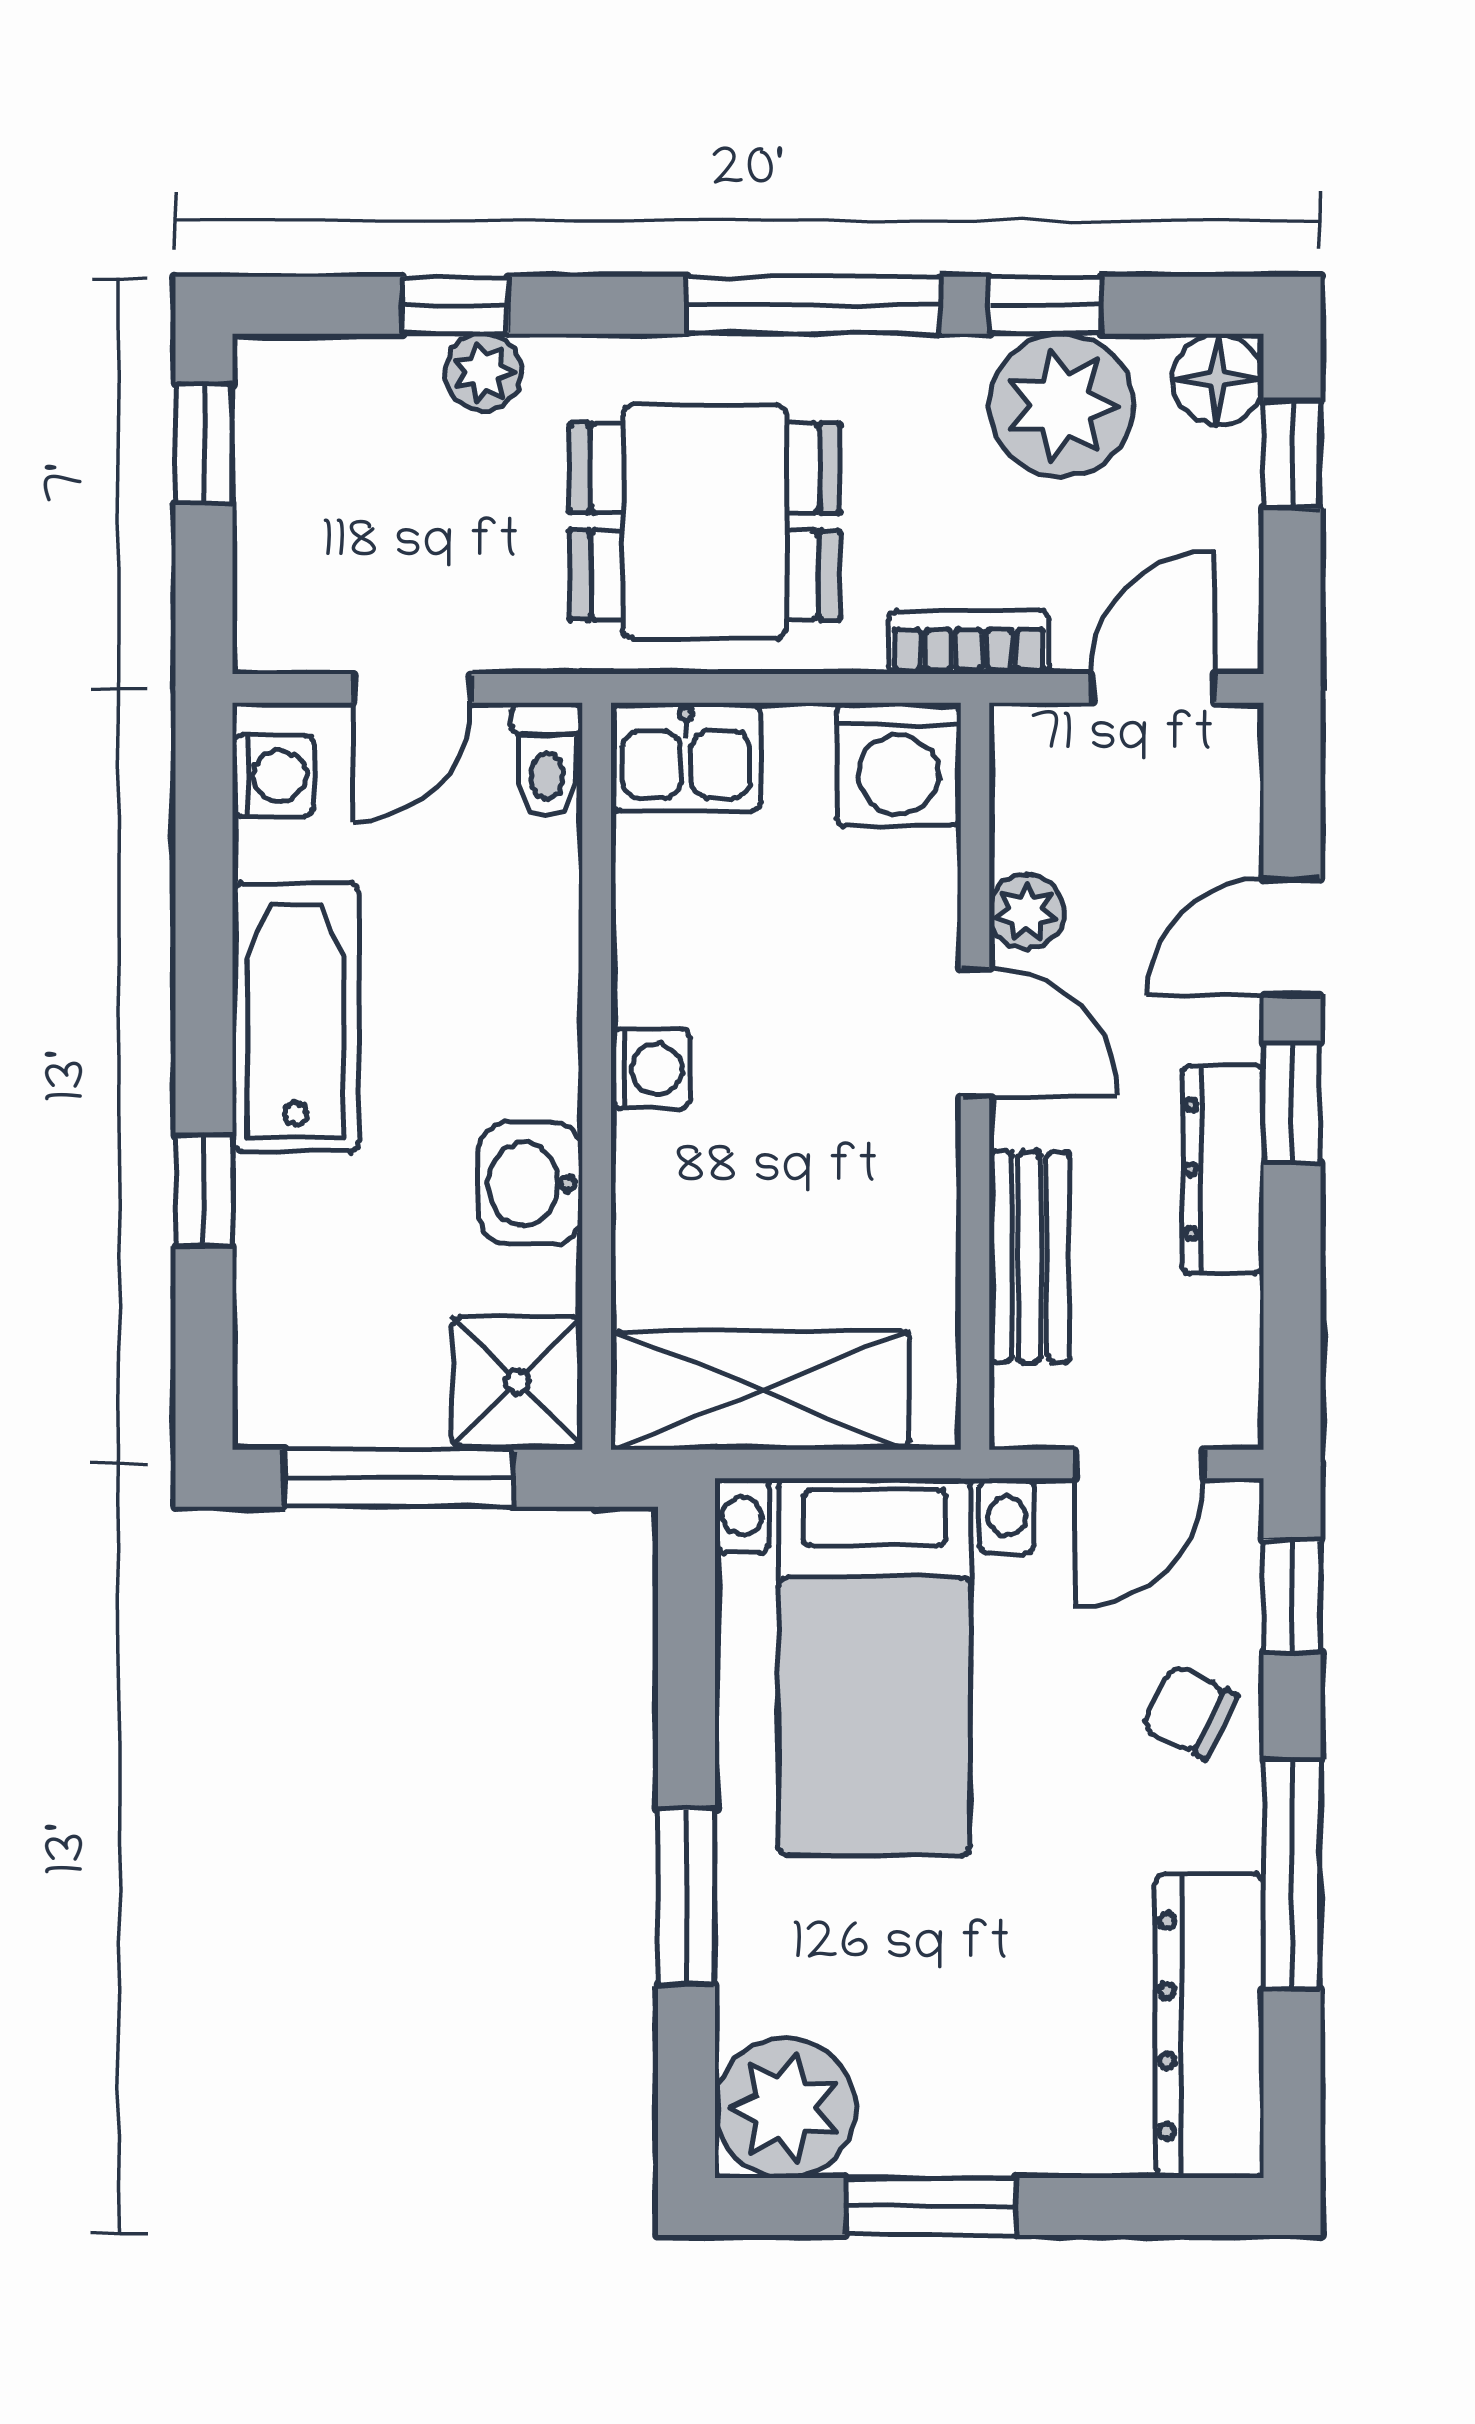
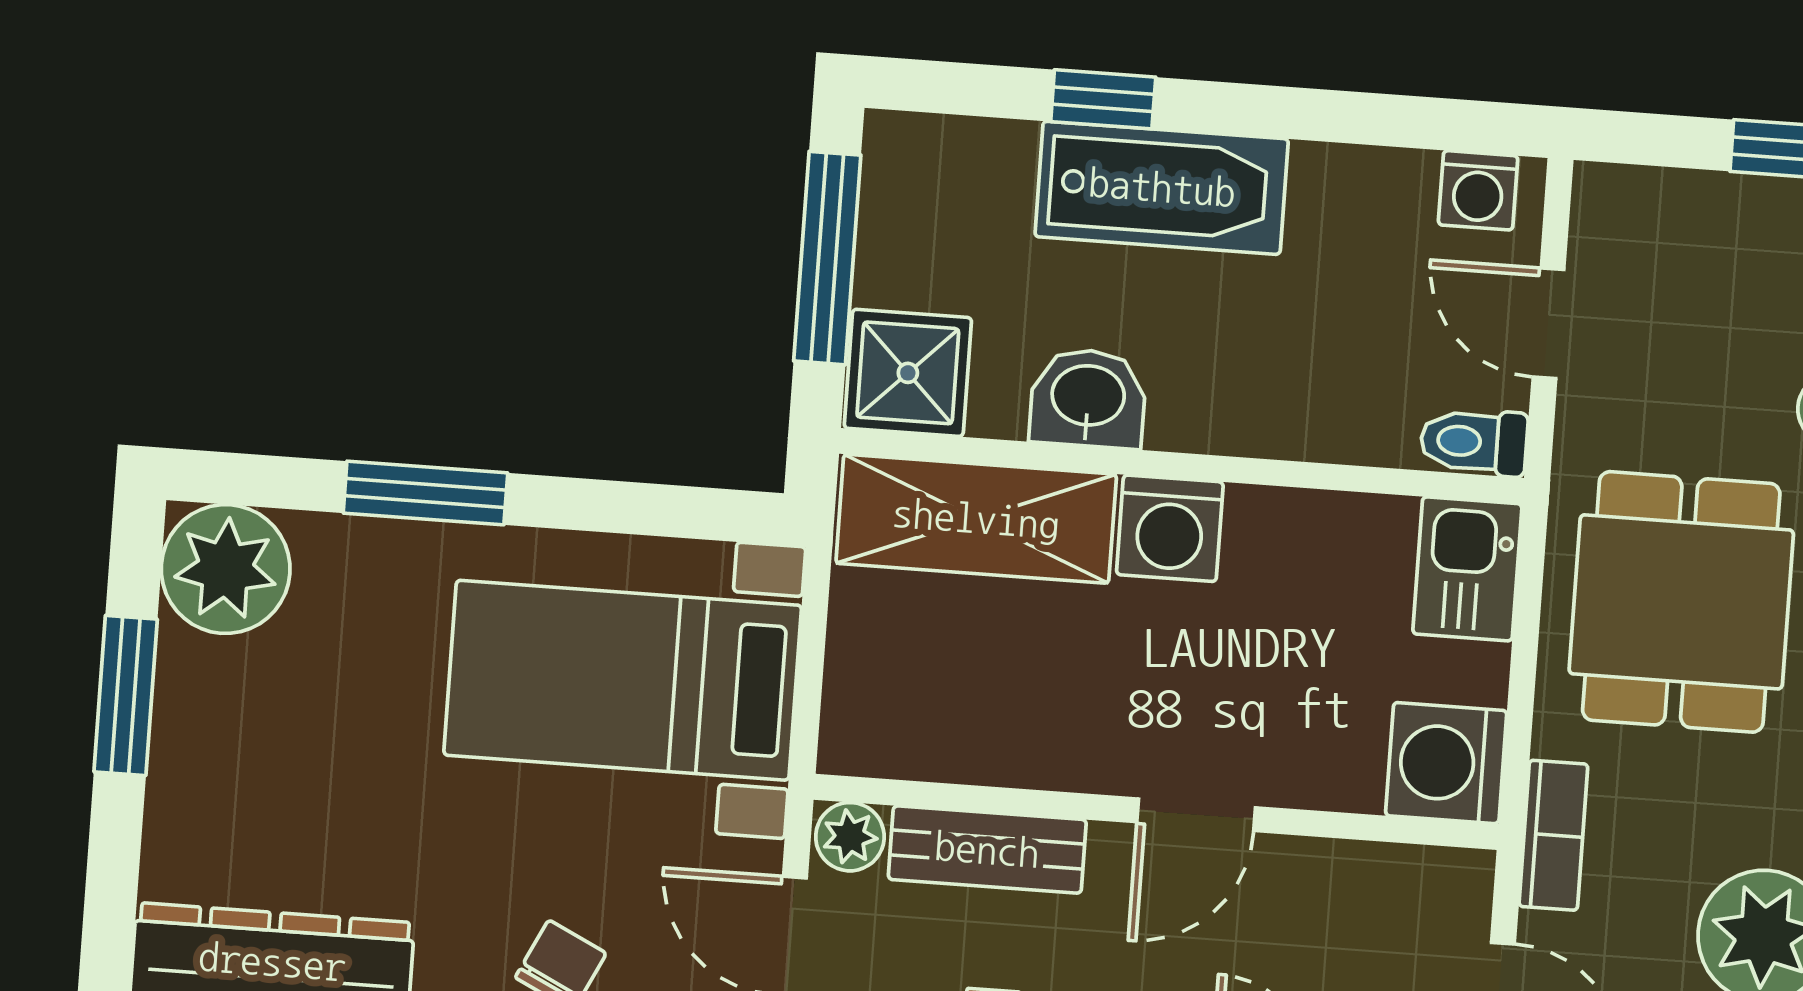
plant: (1026, 912) -> (850, 837), moved
bathtub: (296, 1017) -> (1162, 188), moved
washing machine: (650, 1069) -> (1170, 528), width x1.38, depth x1.38
shelving: (760, 1390) -> (976, 519), moved, turned 90

